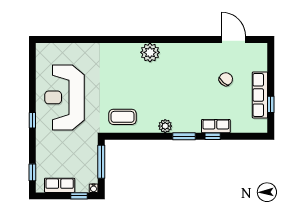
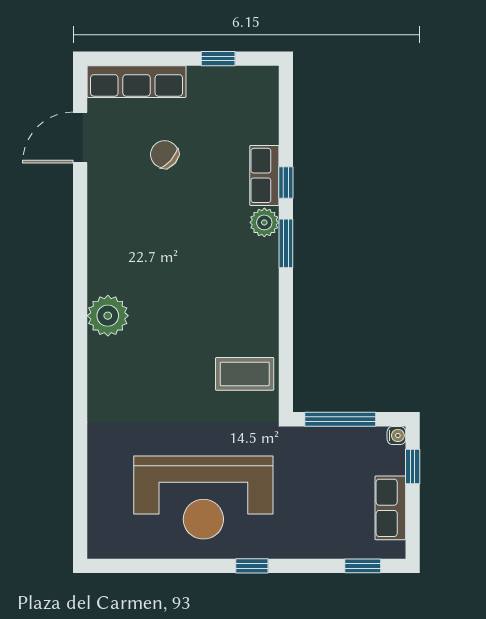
row of seats: (260, 95) -> (137, 82), moved
coffee table: (123, 117) -> (245, 374), turned 90
plant: (165, 126) -> (264, 222), moved

